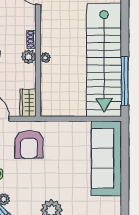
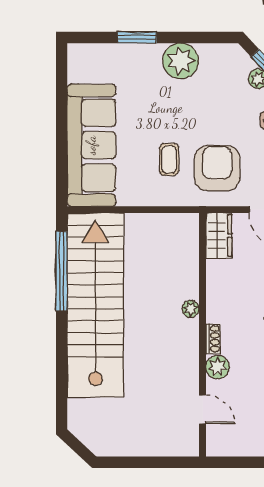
plant: (29, 57) -> (218, 367), moved
coffee table: (59, 150) -> (169, 160), added

